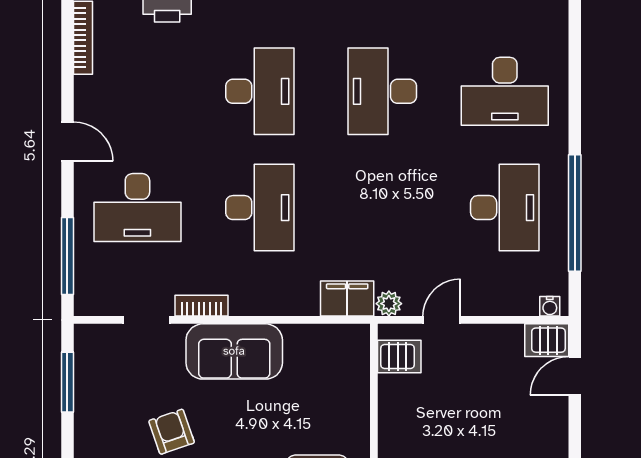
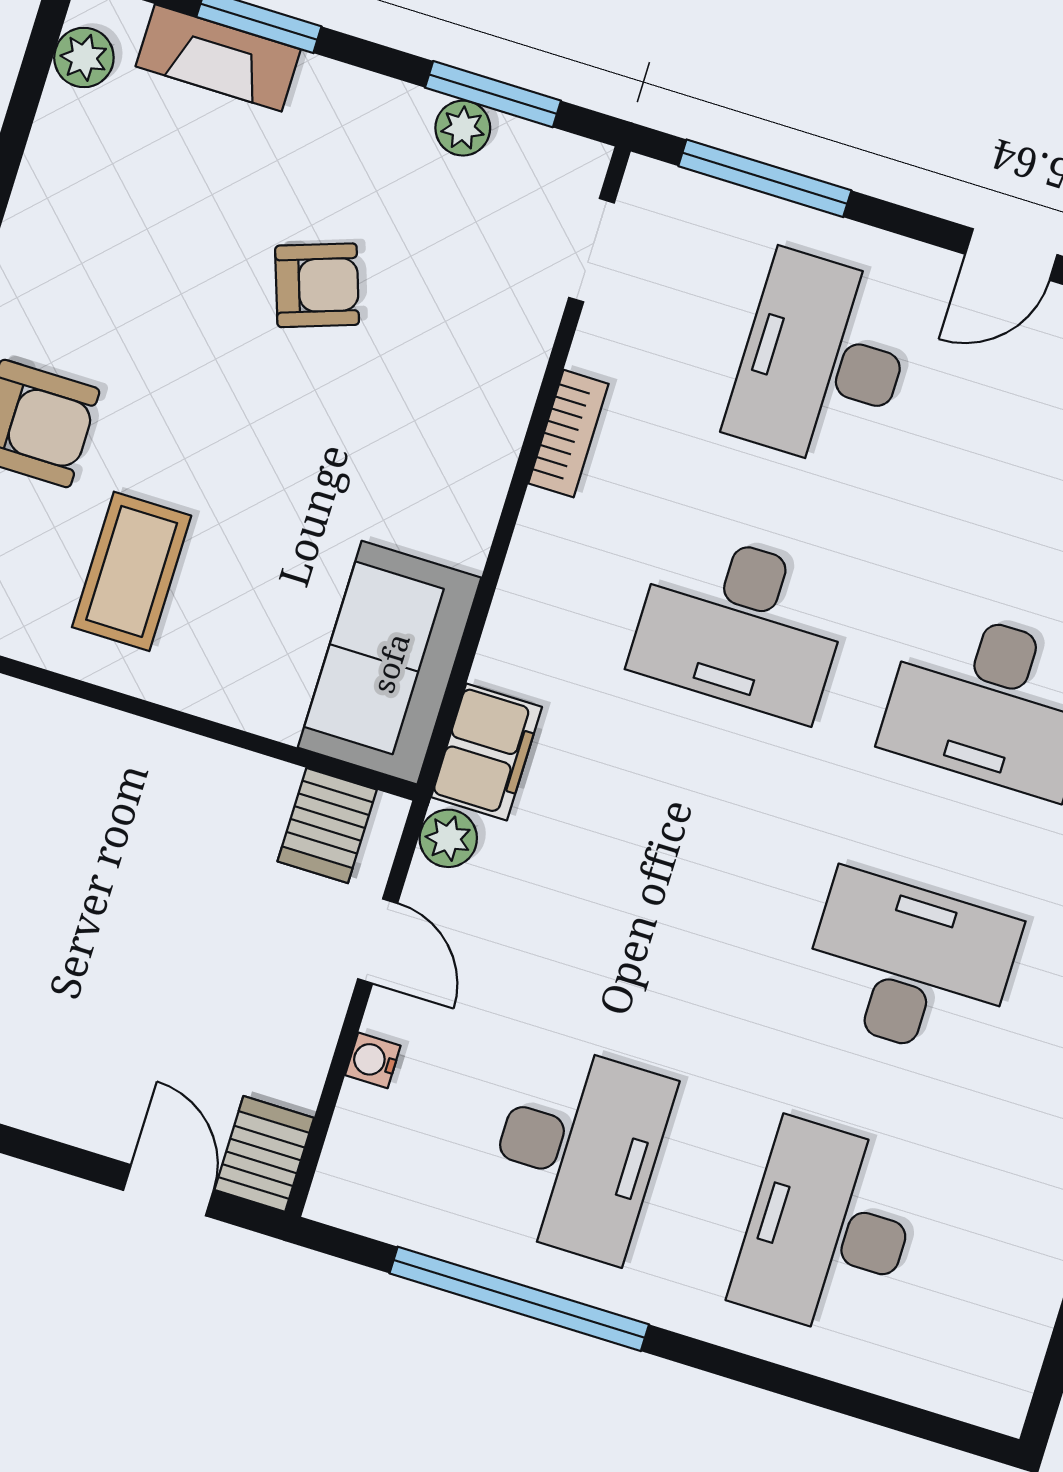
desk: (505, 208) -> (577, 1152), turned -90
water cooler: (550, 306) -> (373, 1060), moved
doorway: (147, 320) -> (592, 250), moved
sofa: (234, 351) -> (390, 663), moved
plant: (86, 391) -> (463, 128), added

